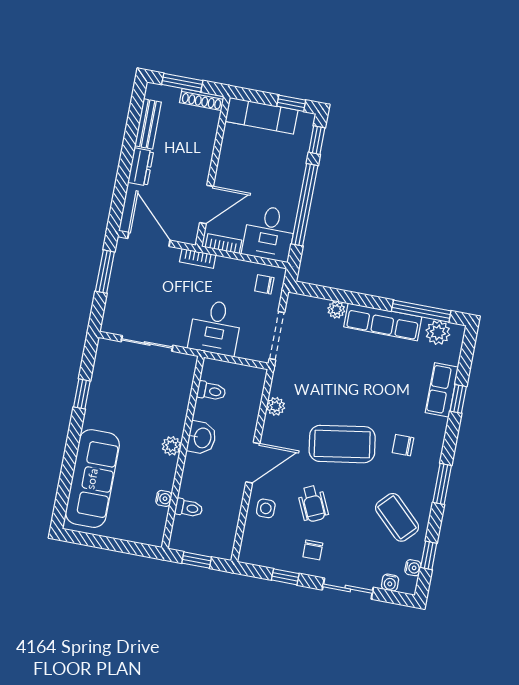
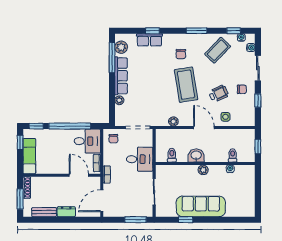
window: (105, 272) -> (136, 220), moved
sofa: (92, 479) -> (201, 206), moved

